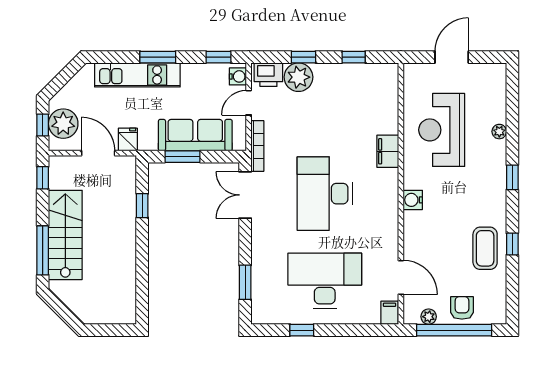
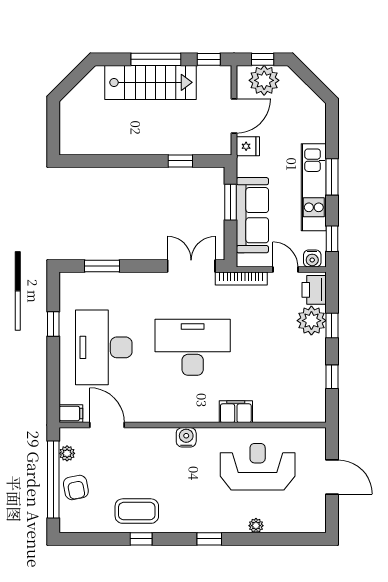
kitchen unit: (137, 75) -> (314, 187), moved
window: (43, 250) -> (156, 59), moved
door: (401, 277) -> (107, 425), swing flipped
desk: (325, 281) -> (104, 347), turned 180
armchair: (462, 308) -> (76, 487), turned 79

